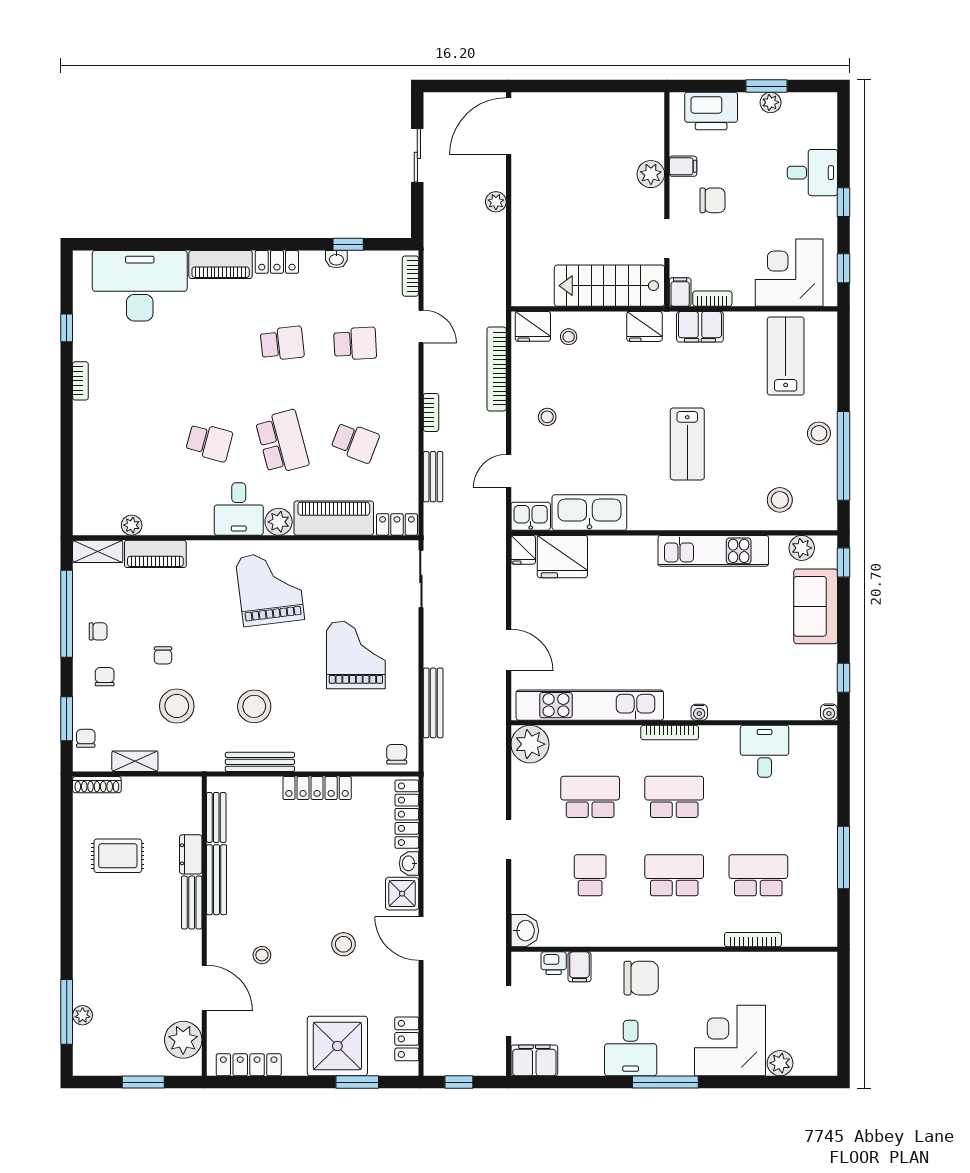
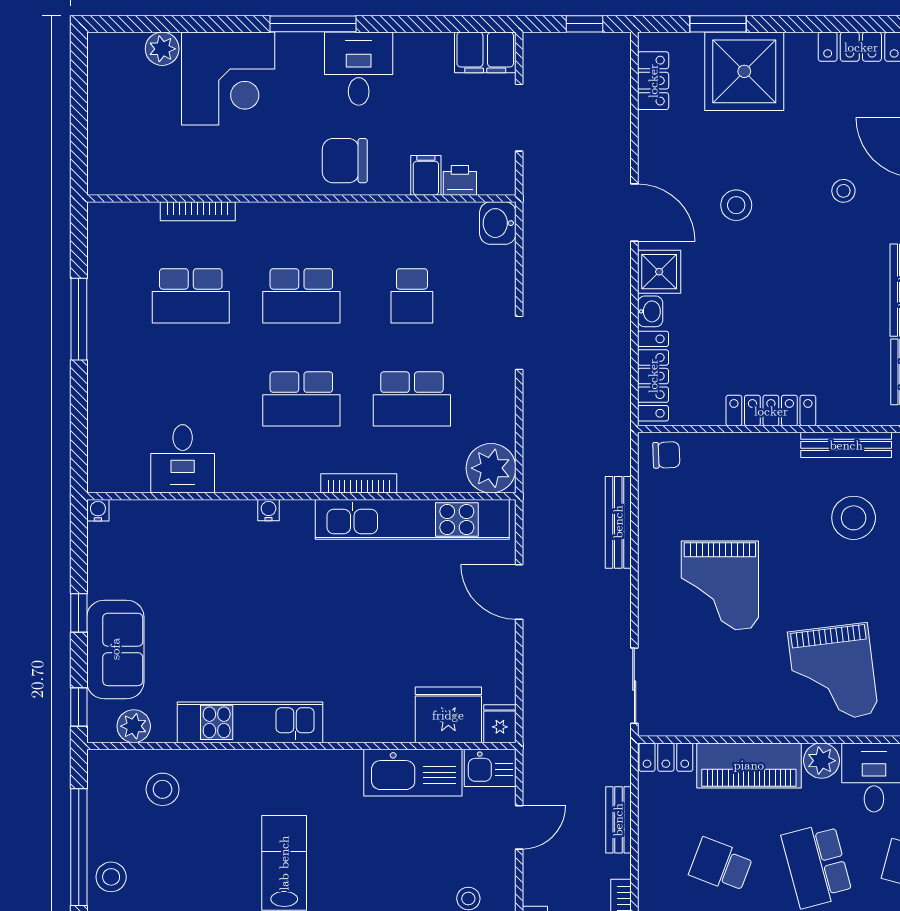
window: (843, 678) -> (79, 613), moved
bookcase: (670, 733) -> (359, 483), moved
chair: (397, 754) -> (666, 455), turned -92

